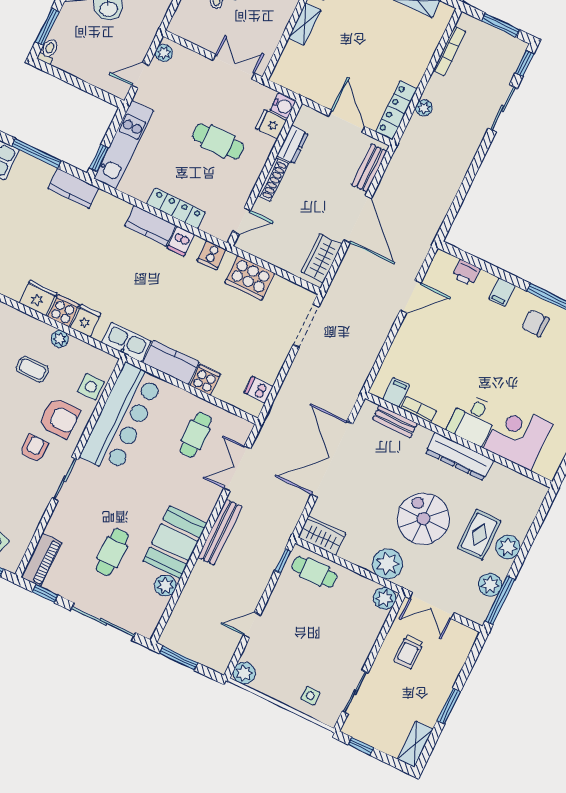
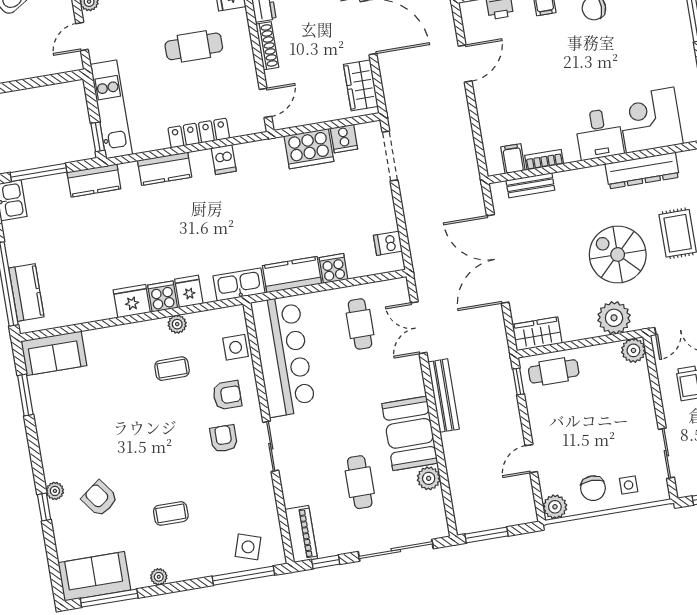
kitchen counter: (150, 226) -> (165, 169), moved
cooker: (212, 255) -> (344, 139), moved
armchair: (59, 418) -> (227, 395), width x0.72, depth x0.72
dresser: (459, 456) -> (642, 170), moved
chair: (282, 679) -> (593, 488), added

